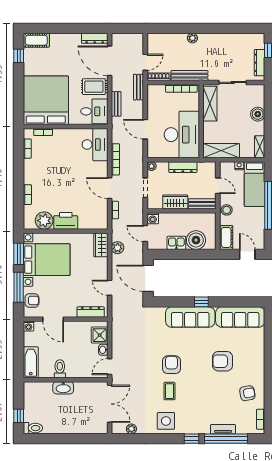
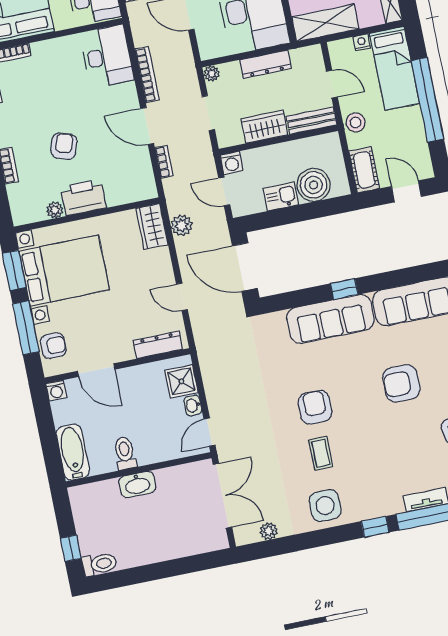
armchair: (61, 190) -> (64, 146), added
plant: (44, 221) -> (55, 210), width x0.53, depth x0.53

